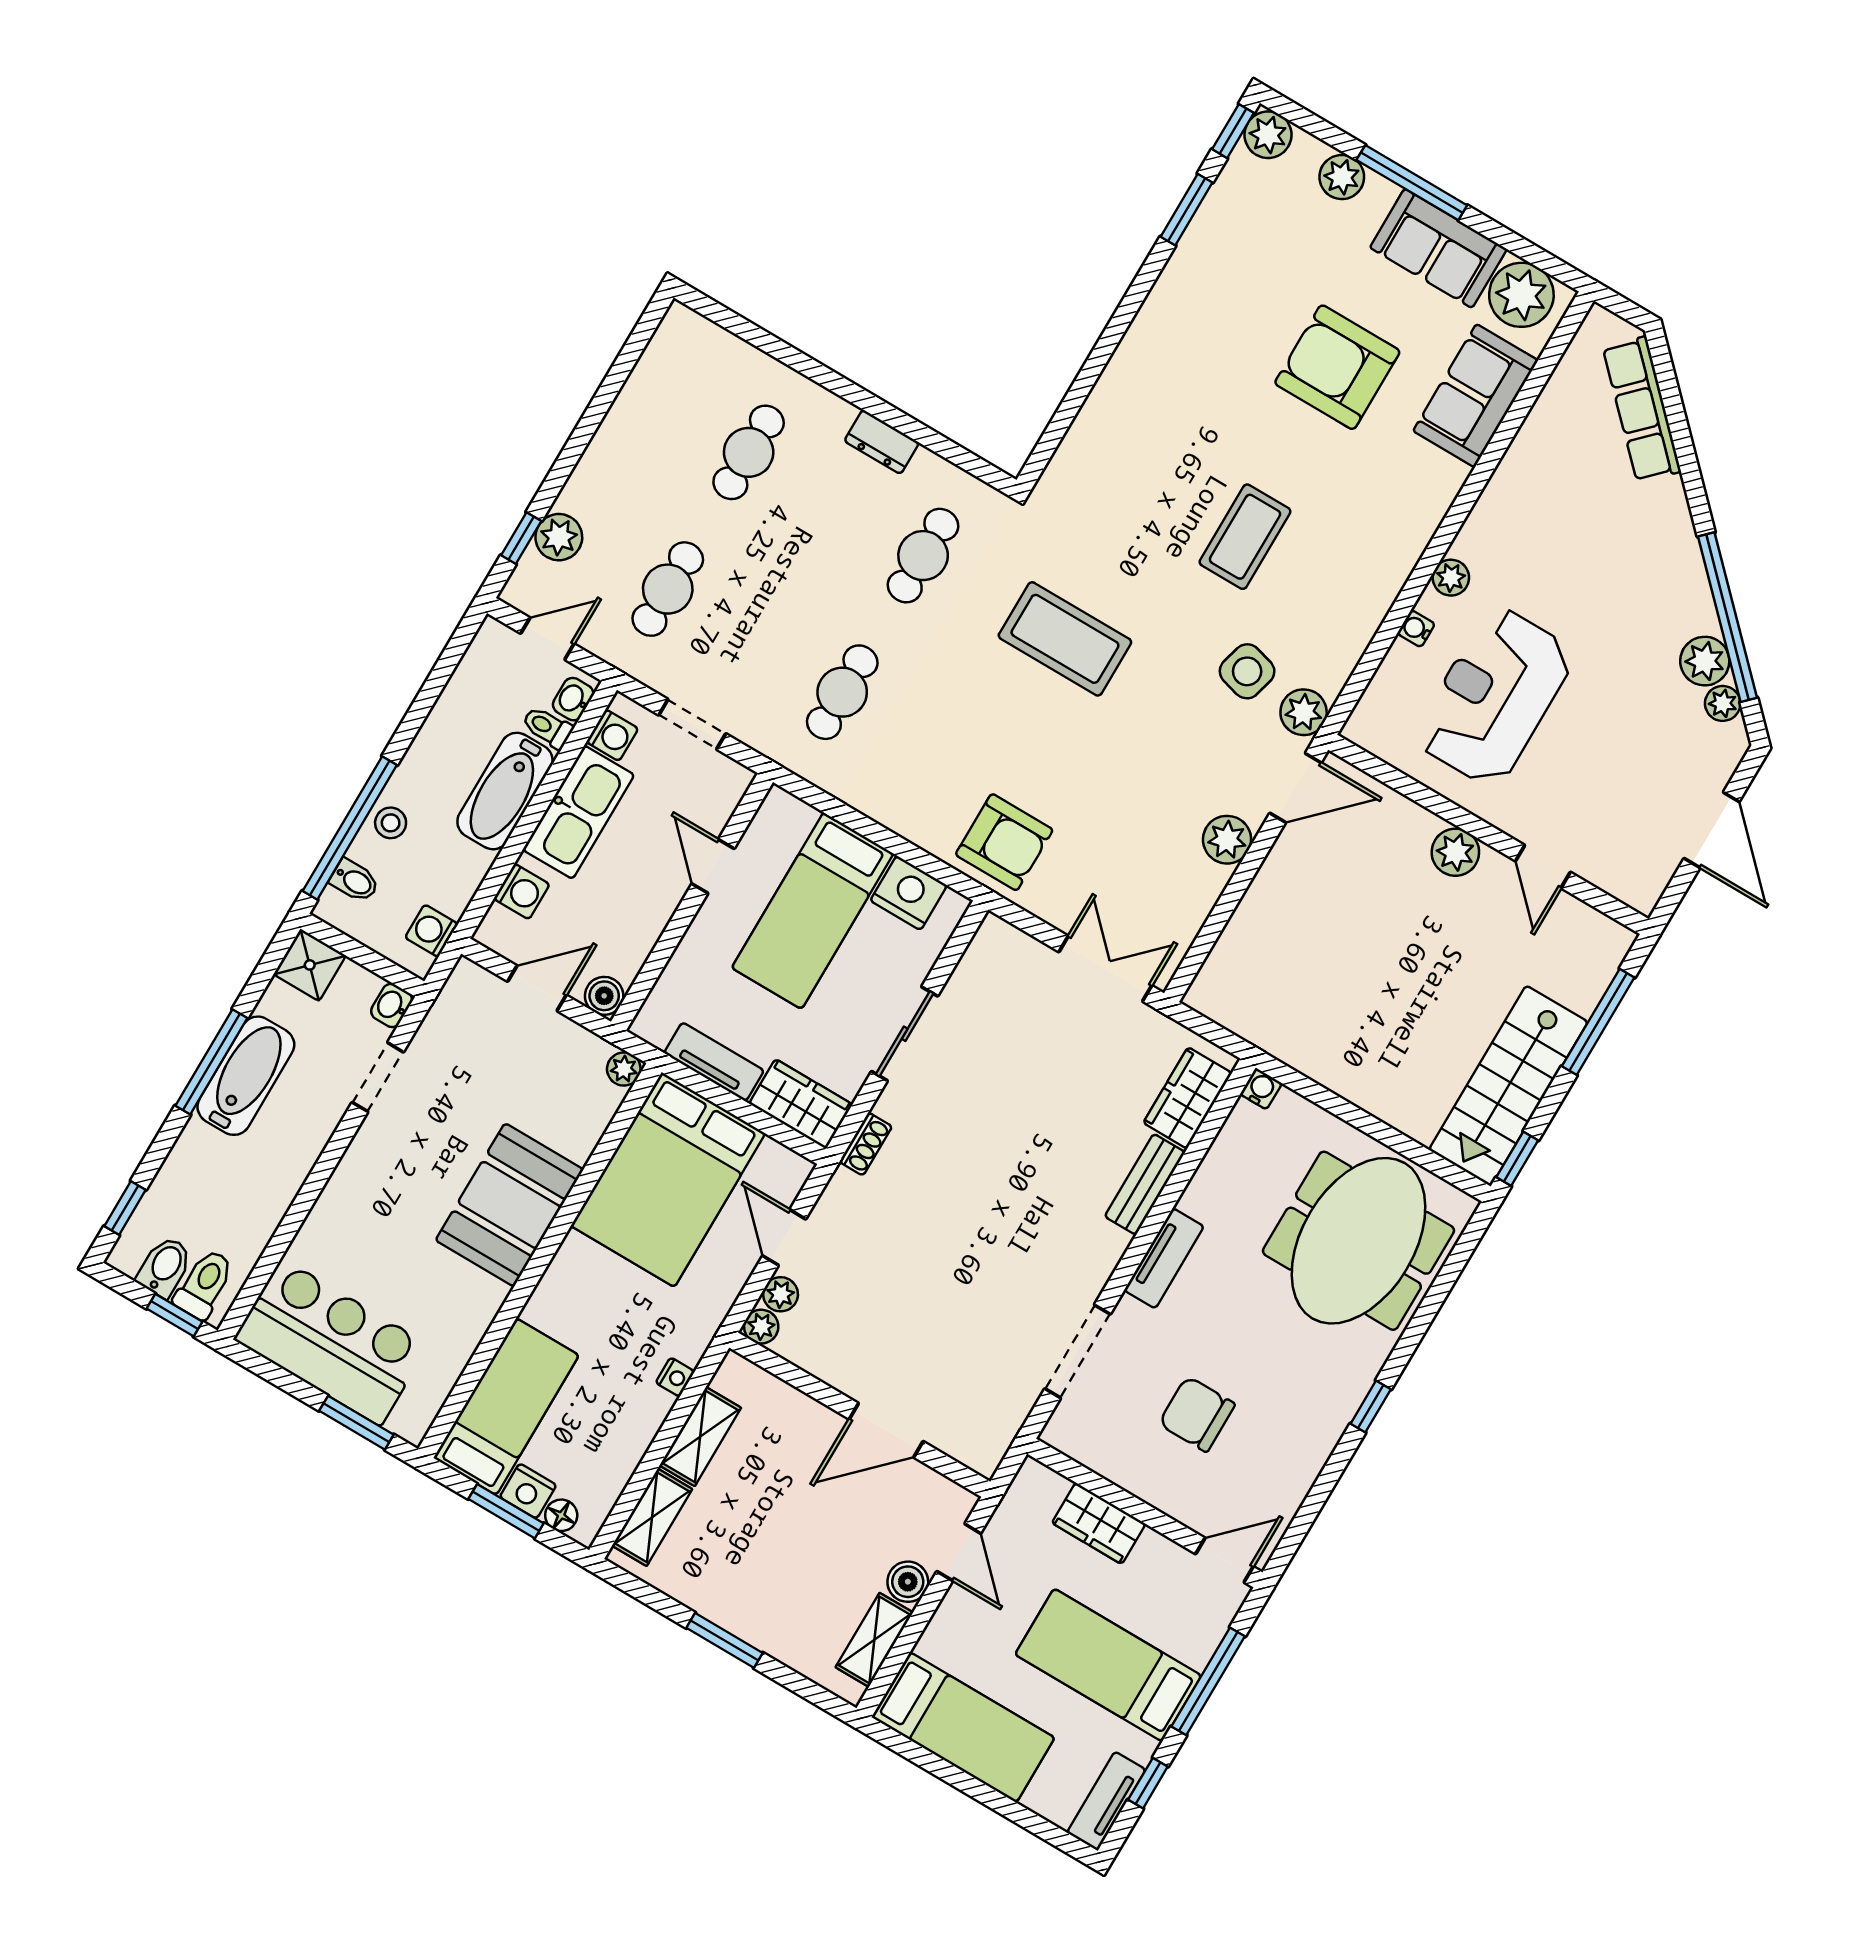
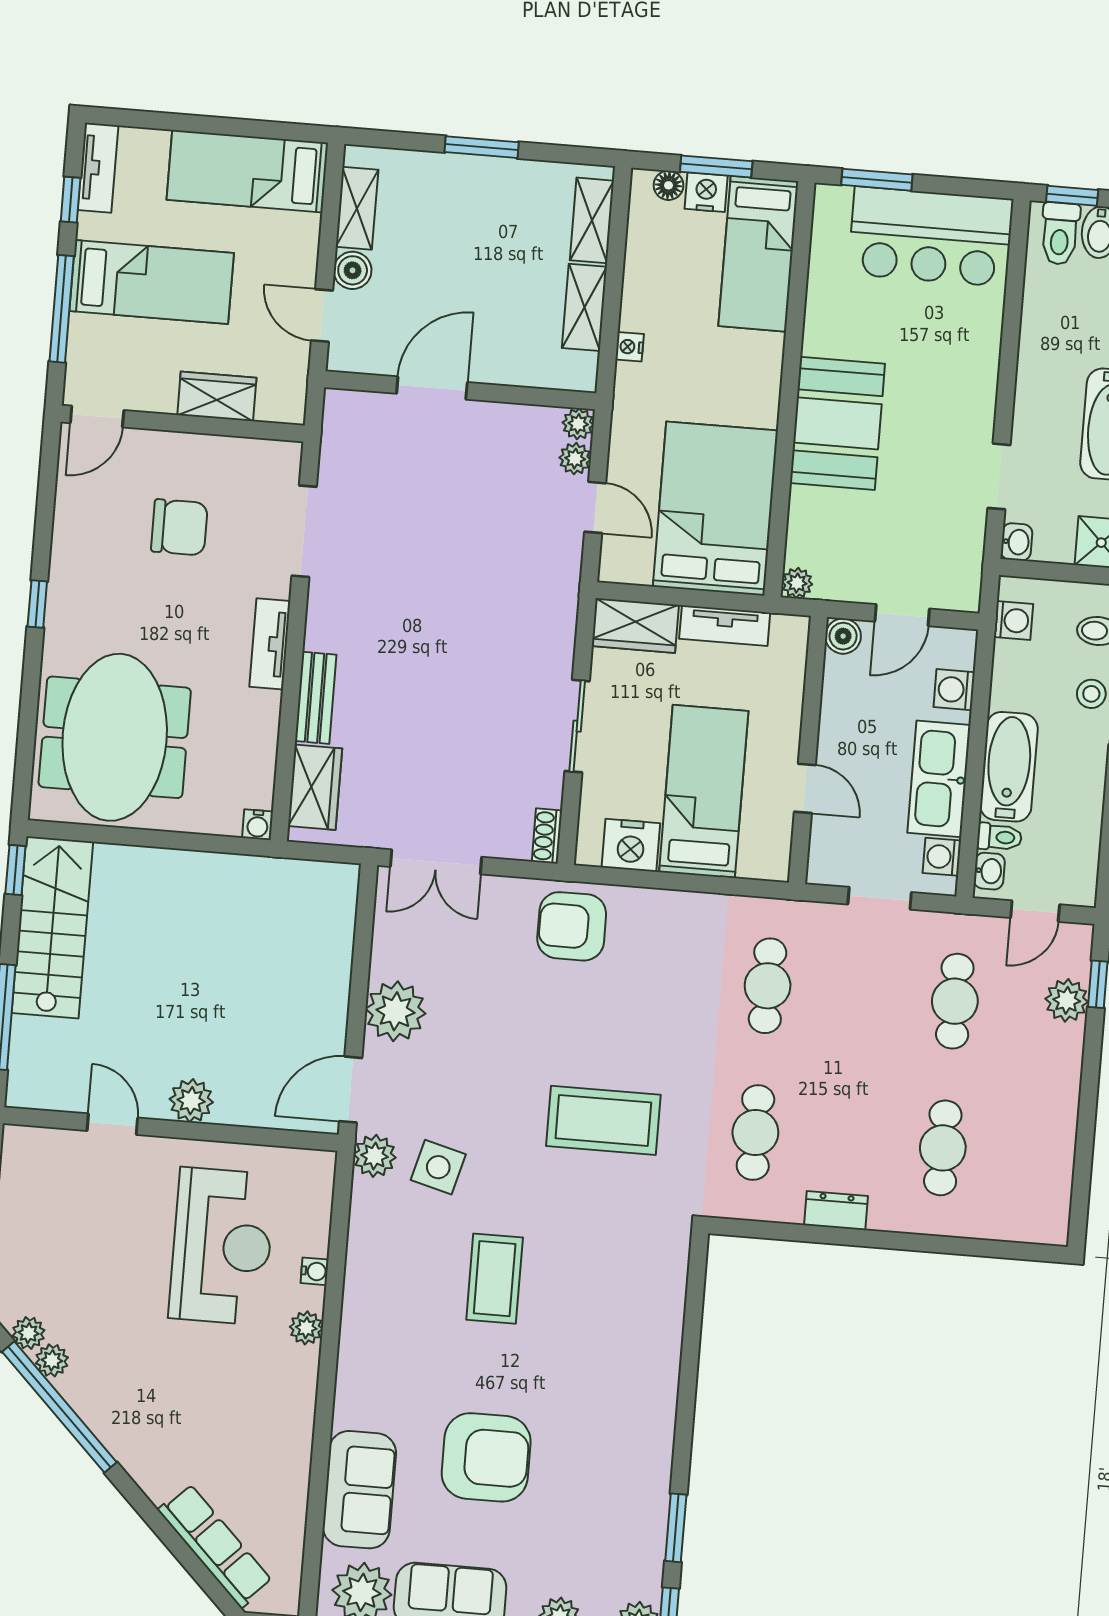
plant: (1705, 661) -> (52, 1360), width x0.73, depth x0.73
plant: (1227, 840) -> (395, 1011), width x1.36, depth x1.36
shoe rack: (866, 1144) -> (547, 836), moved

